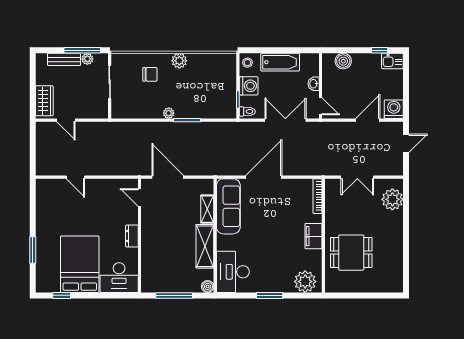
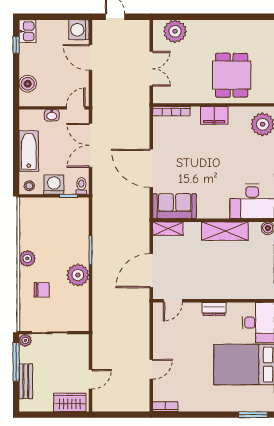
plant: (87, 59) -> (25, 340), moved
chair: (150, 74) -> (42, 290), turned 90
plant: (169, 113) -> (78, 275), width x1.88, depth x1.88
bookcase: (40, 190) -> (165, 407), added
sofa: (228, 206) -> (175, 206), width x0.73
shelving: (207, 209) -> (168, 229), moved
window: (33, 250) -> (253, 415), moved

